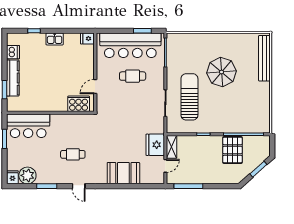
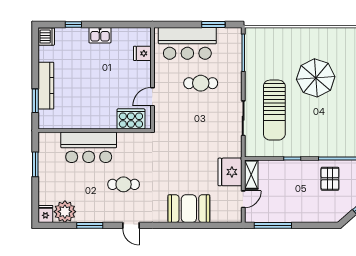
fridge: (87, 38) -> (142, 53), moved
bar counter: (130, 45) -> (187, 43), width x0.73
dishwasher: (13, 52) -> (46, 37), moved
sun lounger: (189, 97) -> (274, 110), turned 180
bar counter: (28, 126) -> (89, 147), moved
pallet: (232, 150) -> (330, 179), width x0.67, depth x0.71

